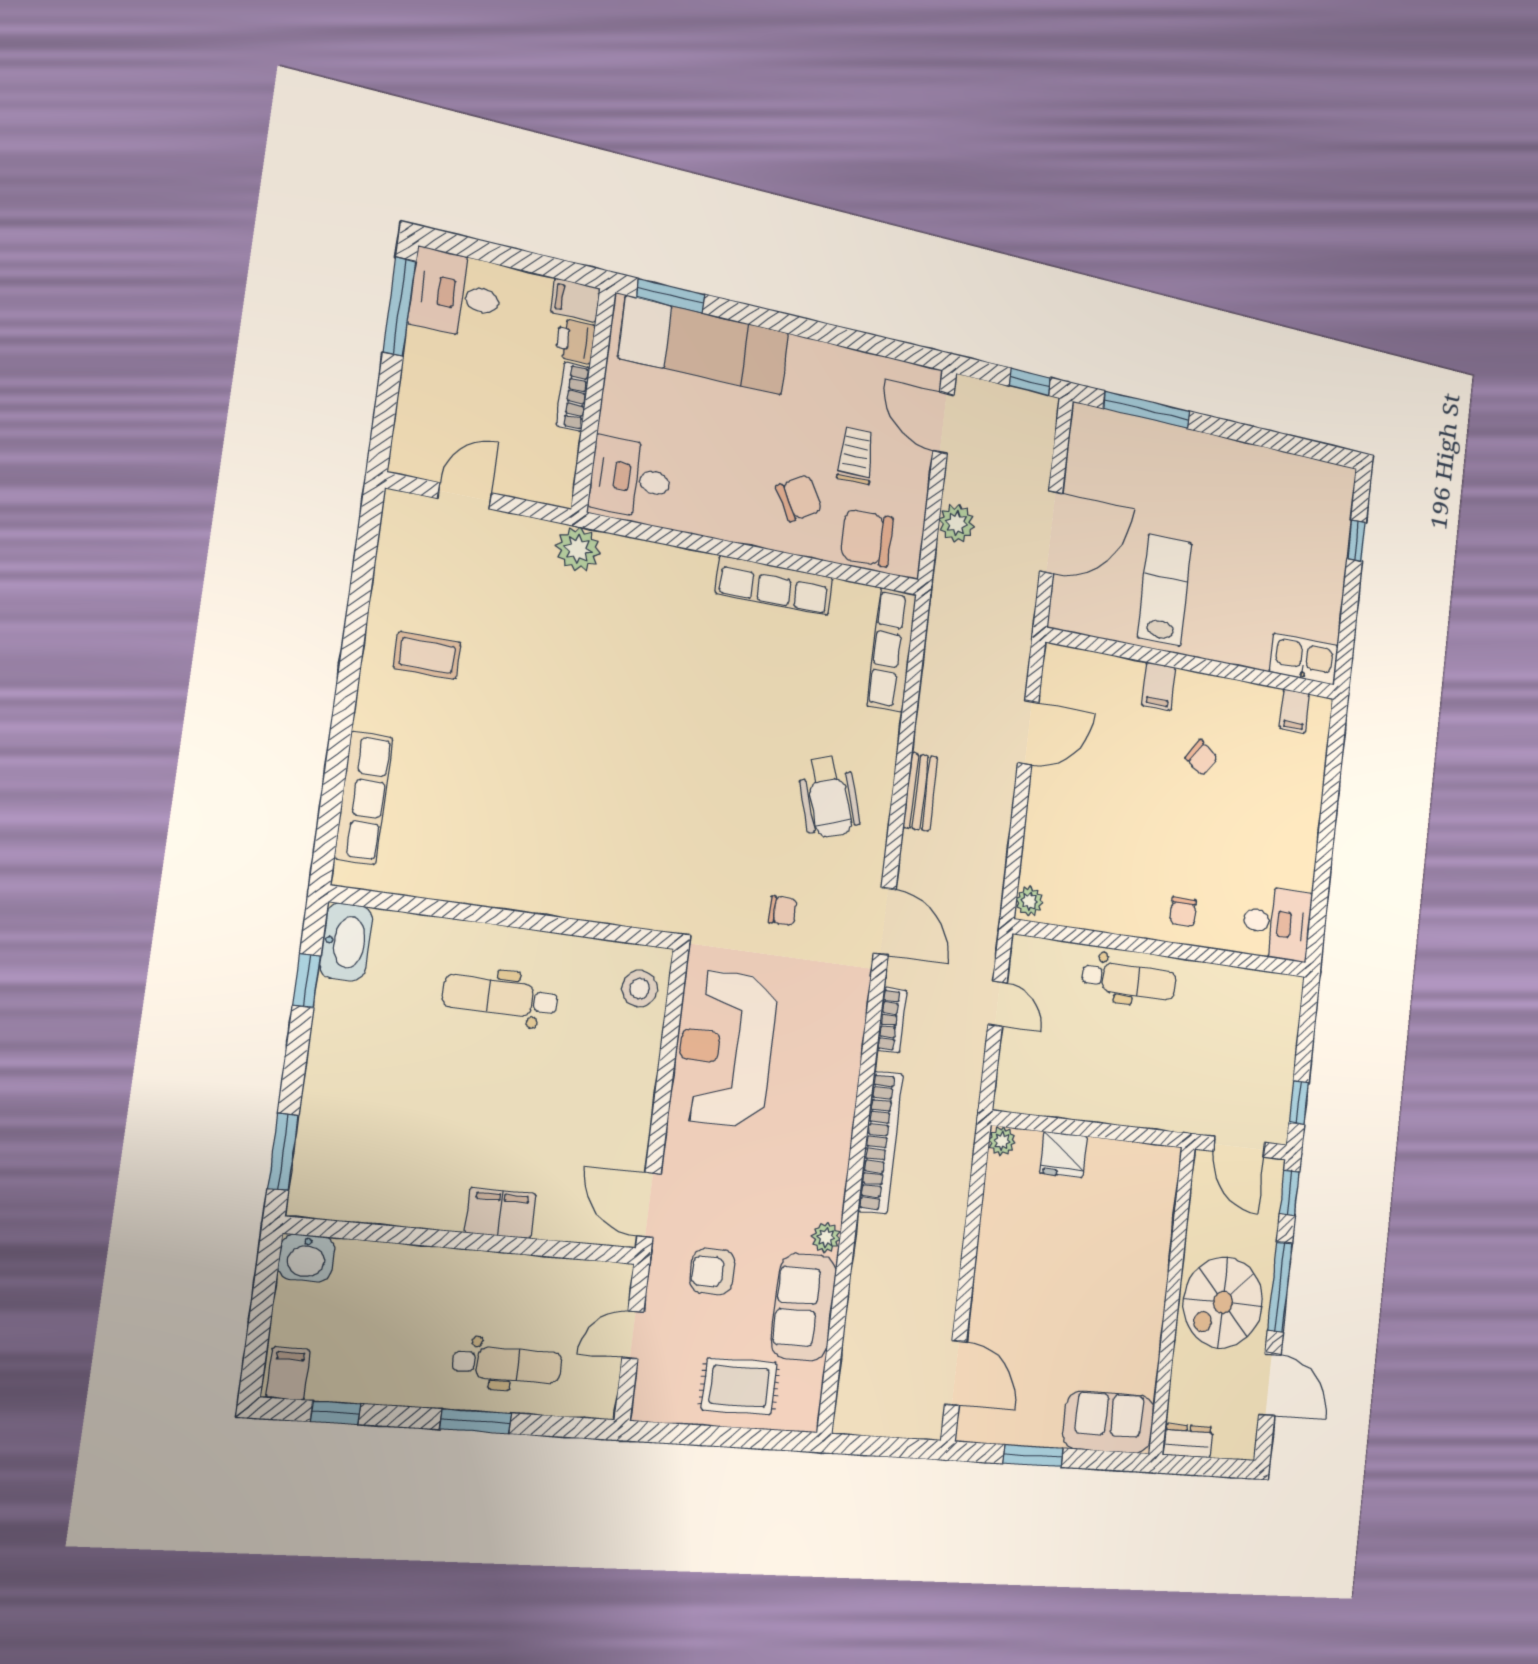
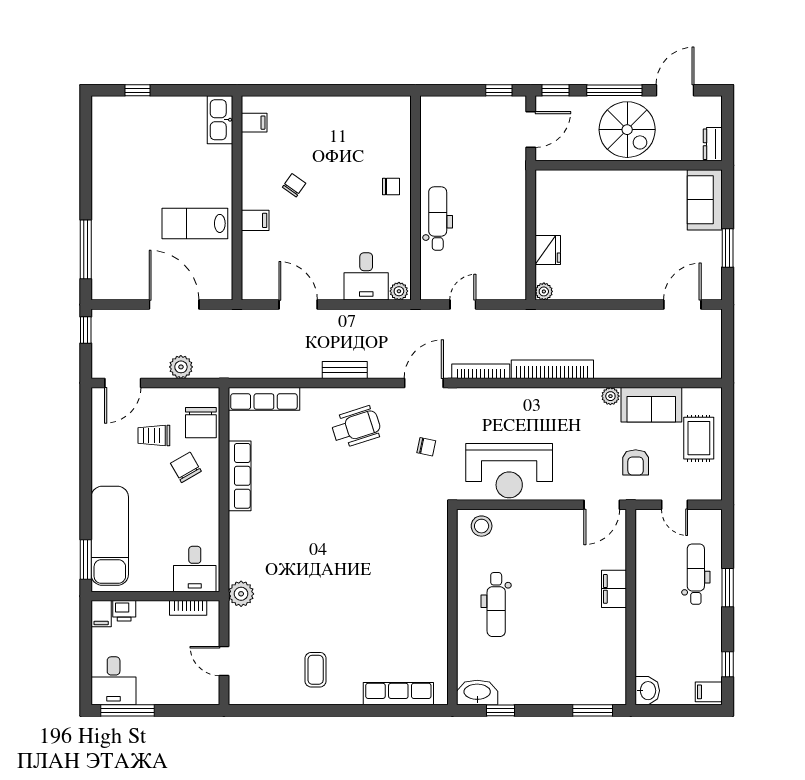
bookcase: (573, 397) -> (188, 608), moved
chair: (782, 911) -> (426, 447), turned 102
desk: (1277, 923) -> (366, 276), moved, turned 180
bookcase: (892, 1020) -> (481, 371), width x1.56

